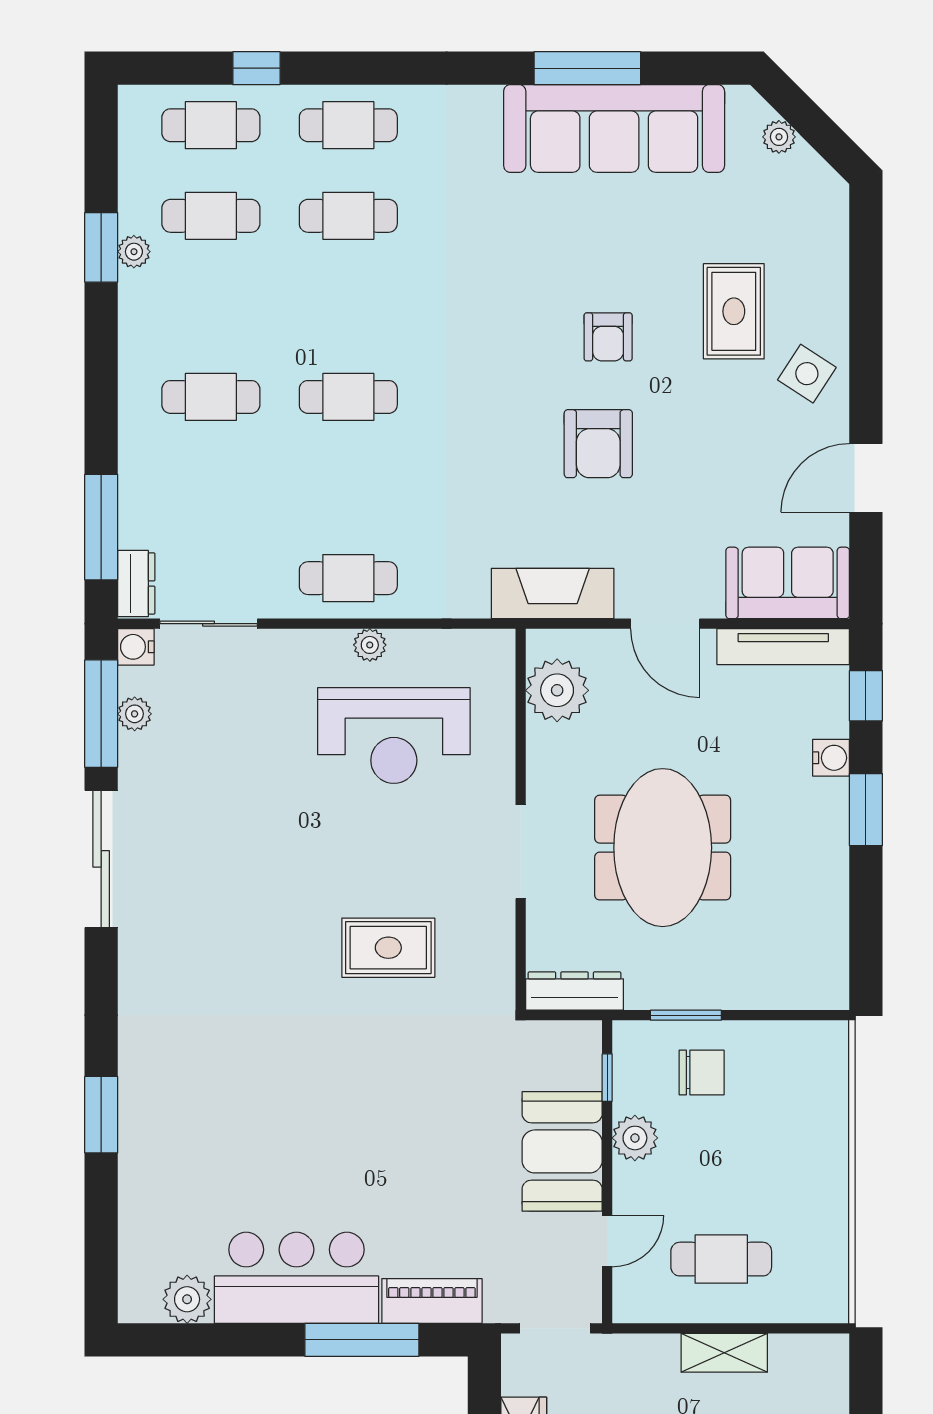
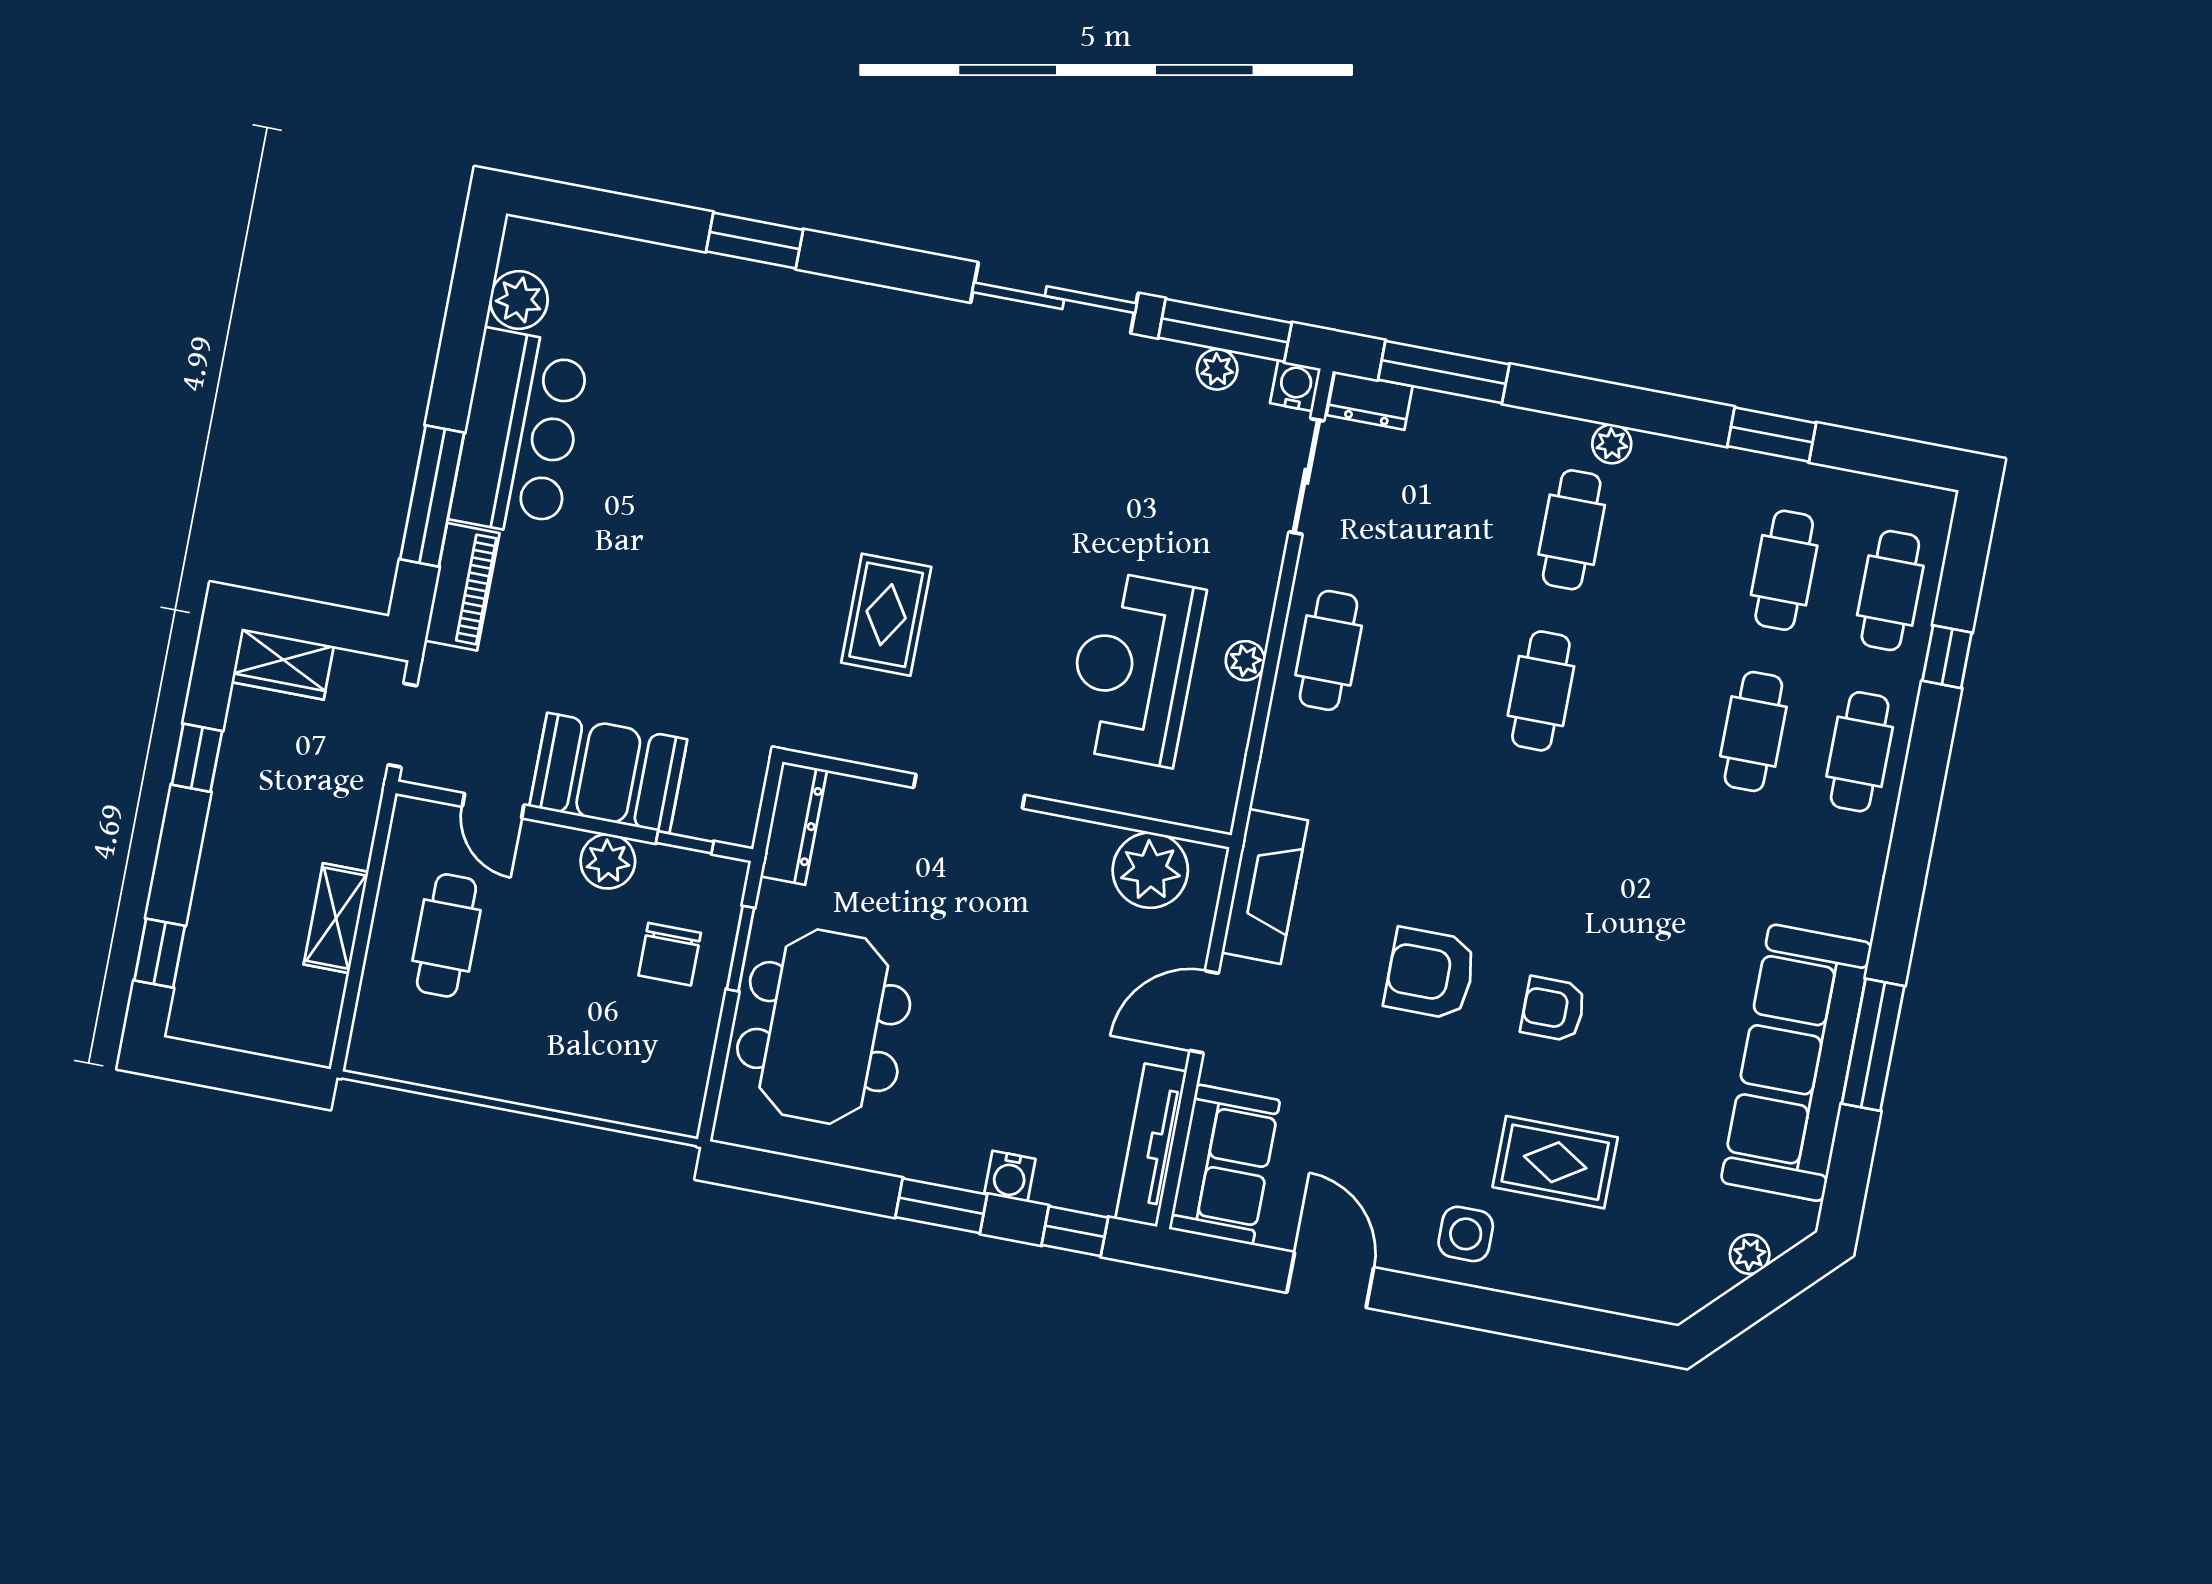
plant: (134, 252) -> (1612, 444), moved
side table: (807, 374) -> (1466, 1234), turned -33
meeting table: (663, 848) -> (824, 1027), moved, turned 90

